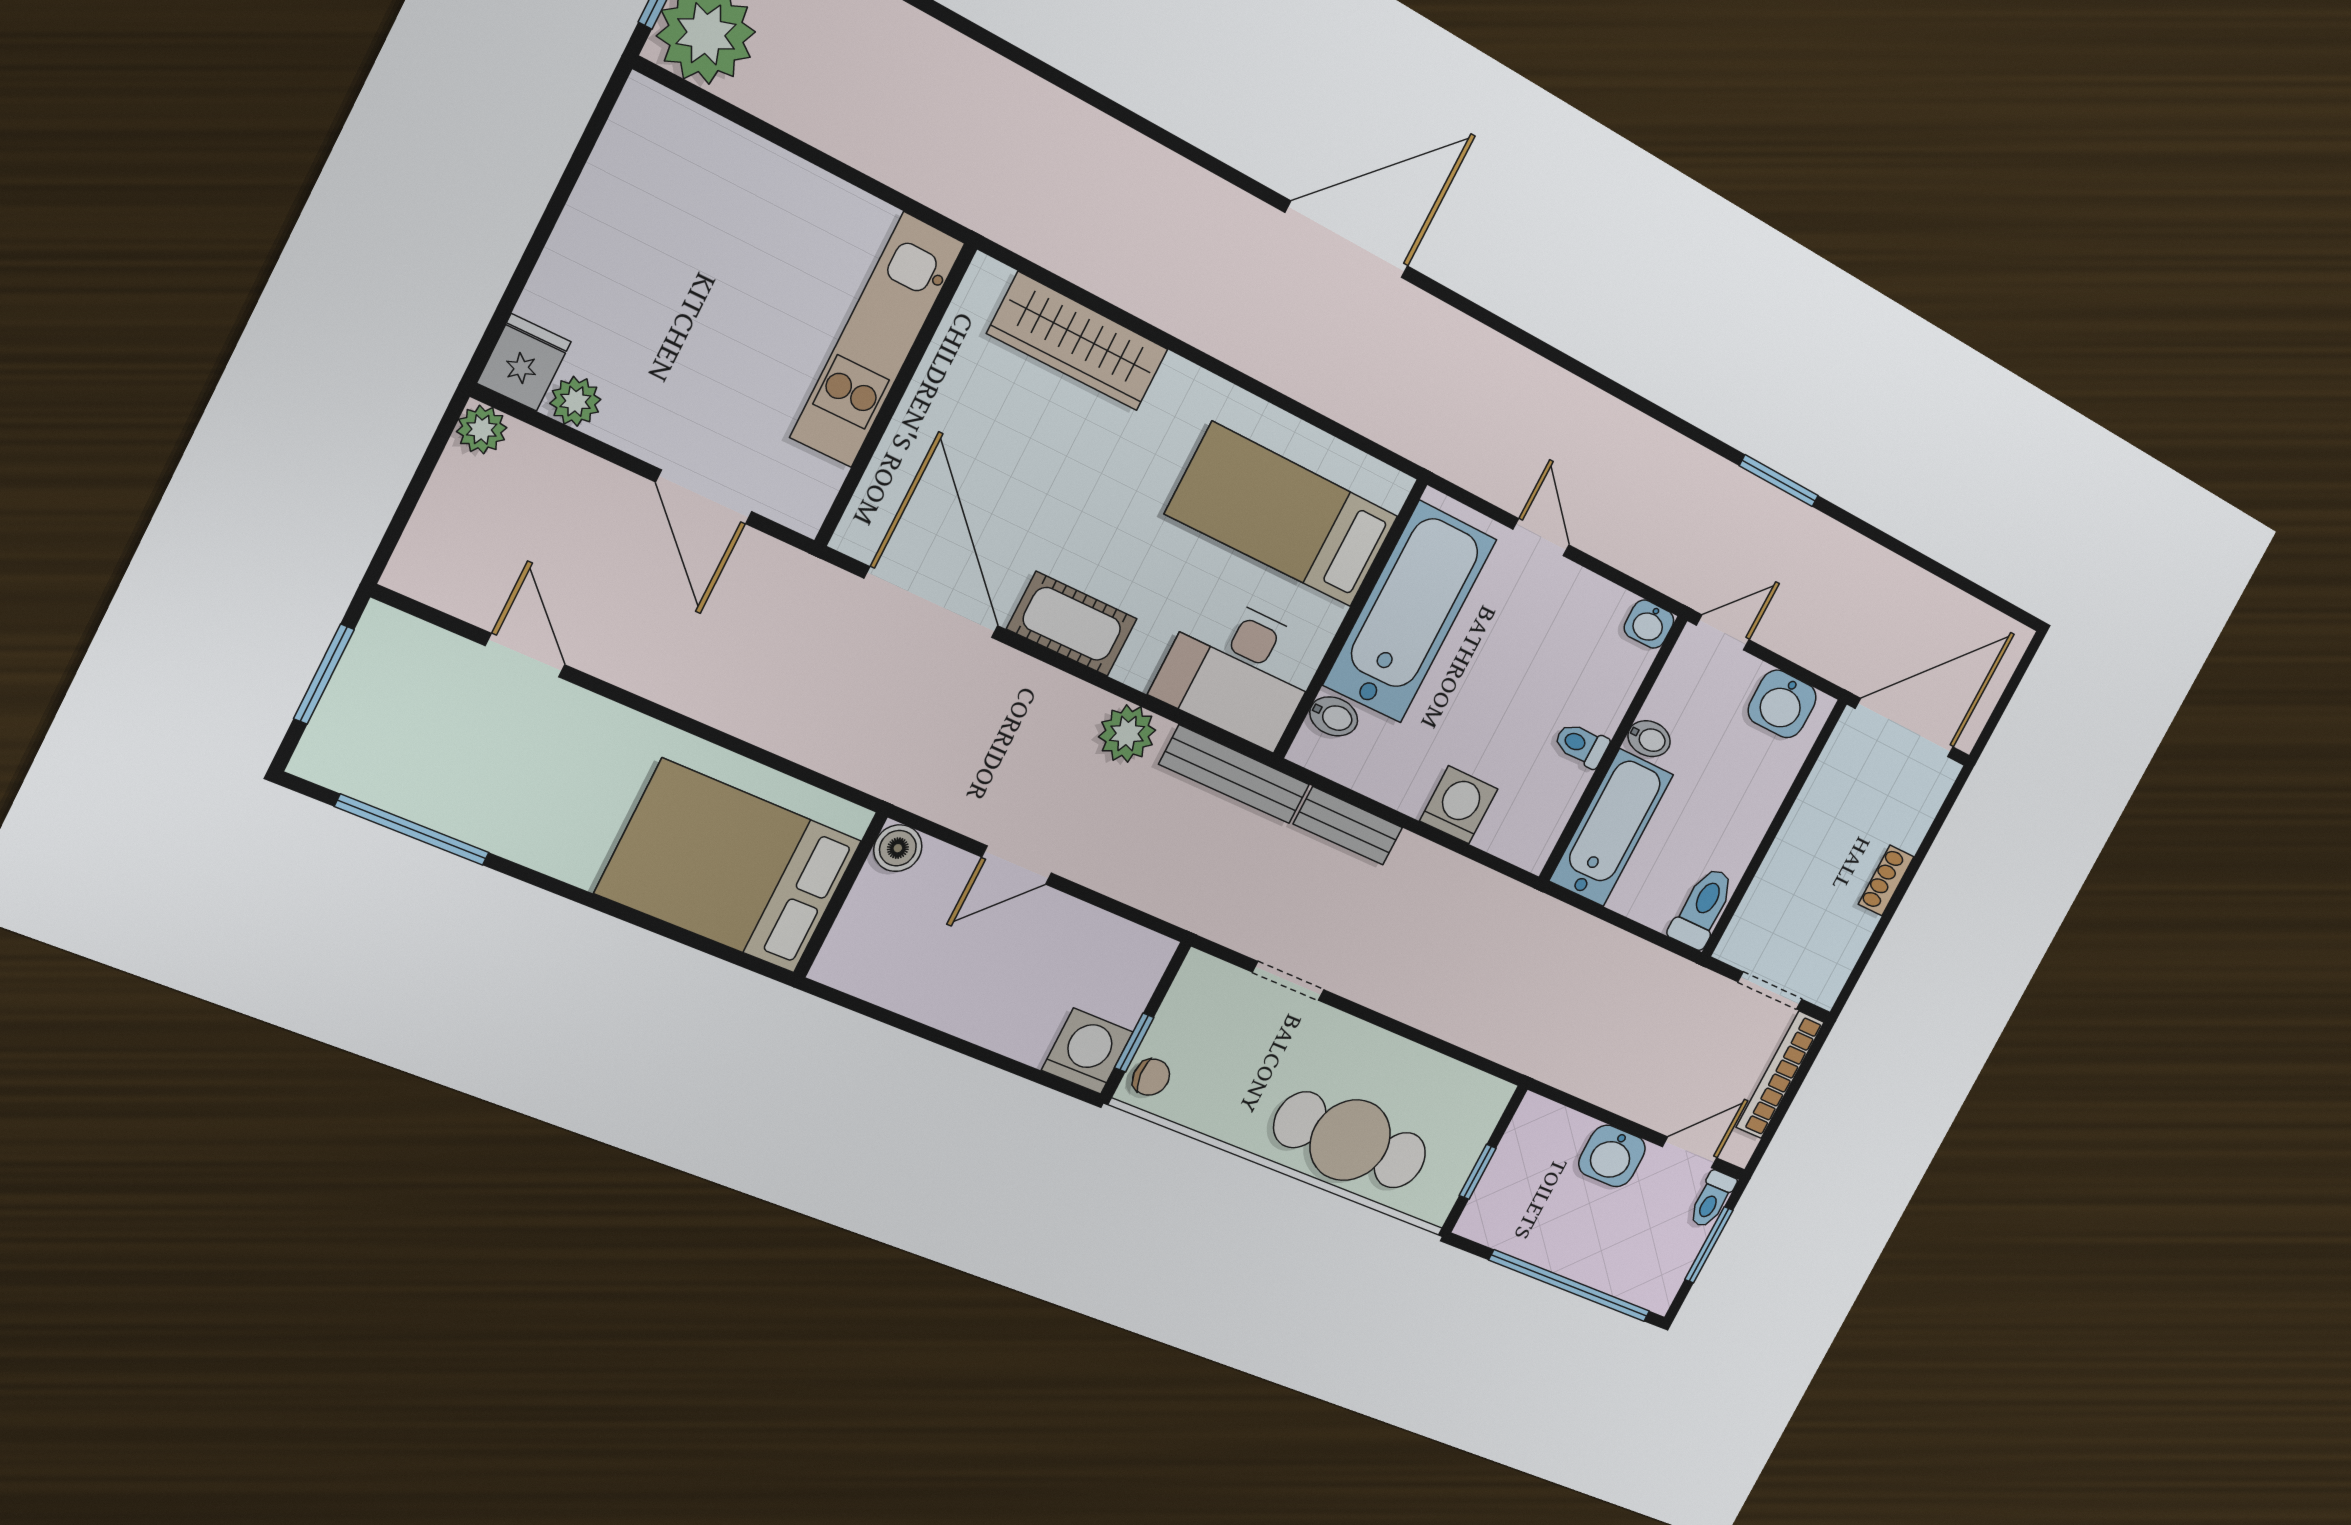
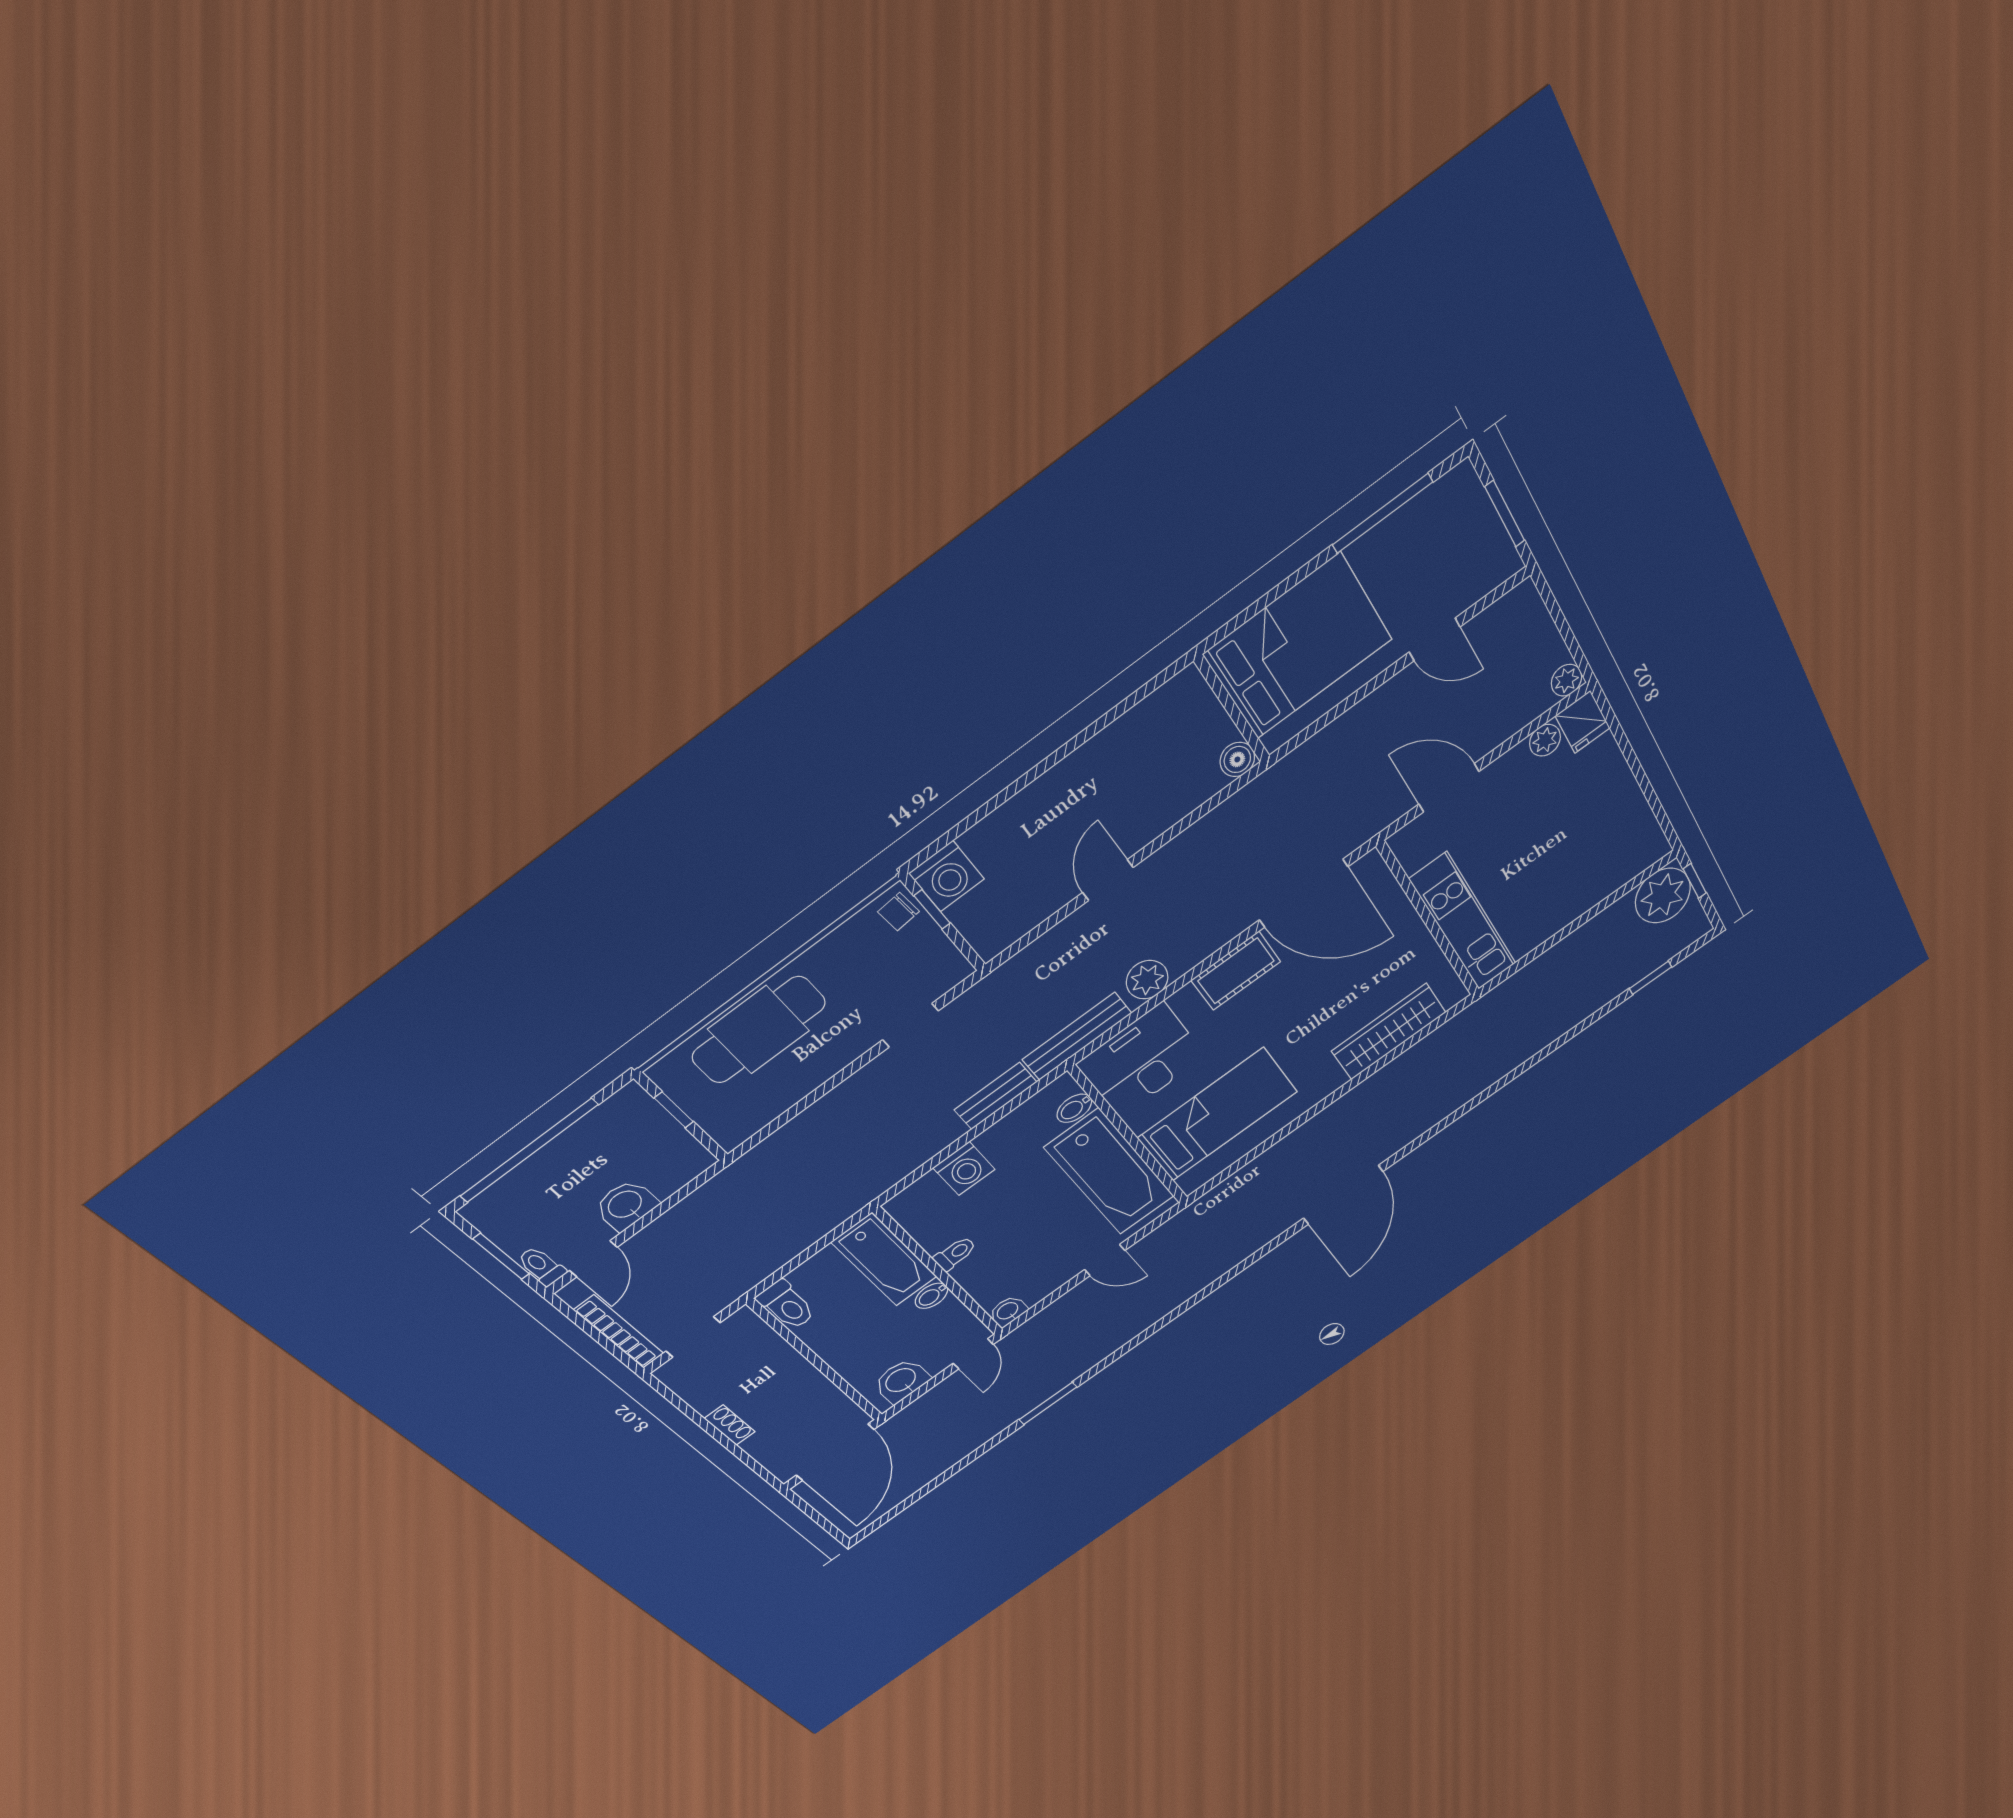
boiler: (898, 848) -> (1237, 759), moved
bed: (729, 867) -> (1298, 647), moved
wall: (841, 895) -> (1232, 709), moved

